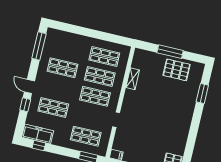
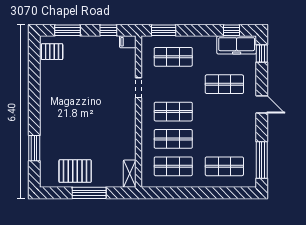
shop shelf: (63, 68) -> (224, 166), moved
shelving: (133, 79) -> (130, 174), moved
window: (25, 105) -> (262, 53), moved

